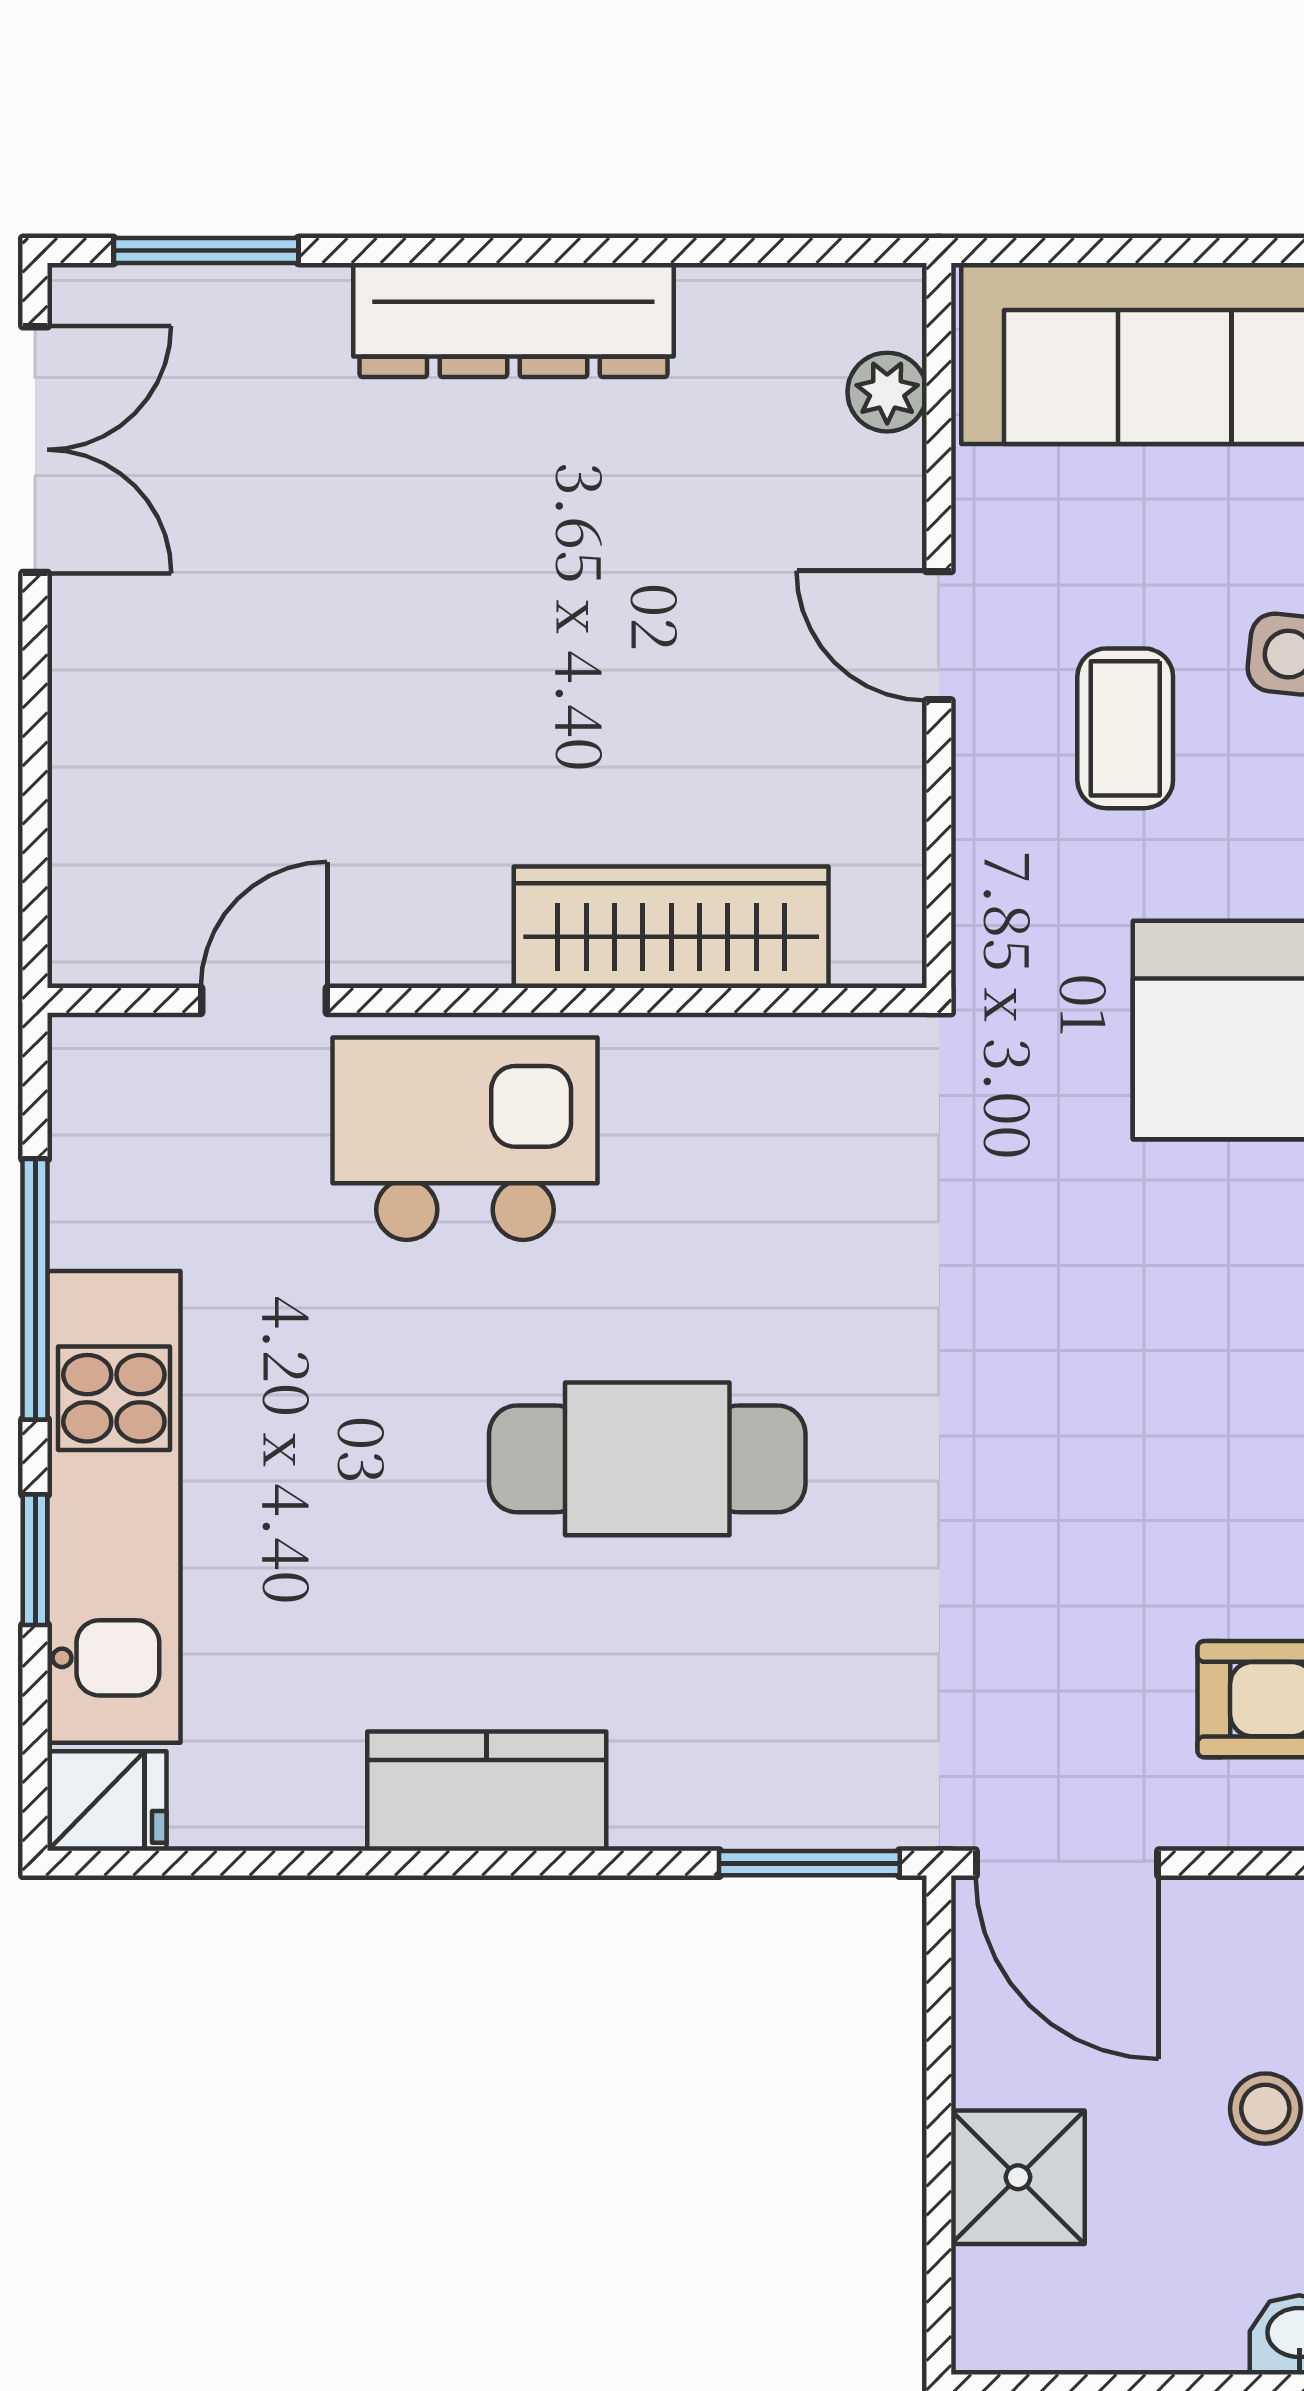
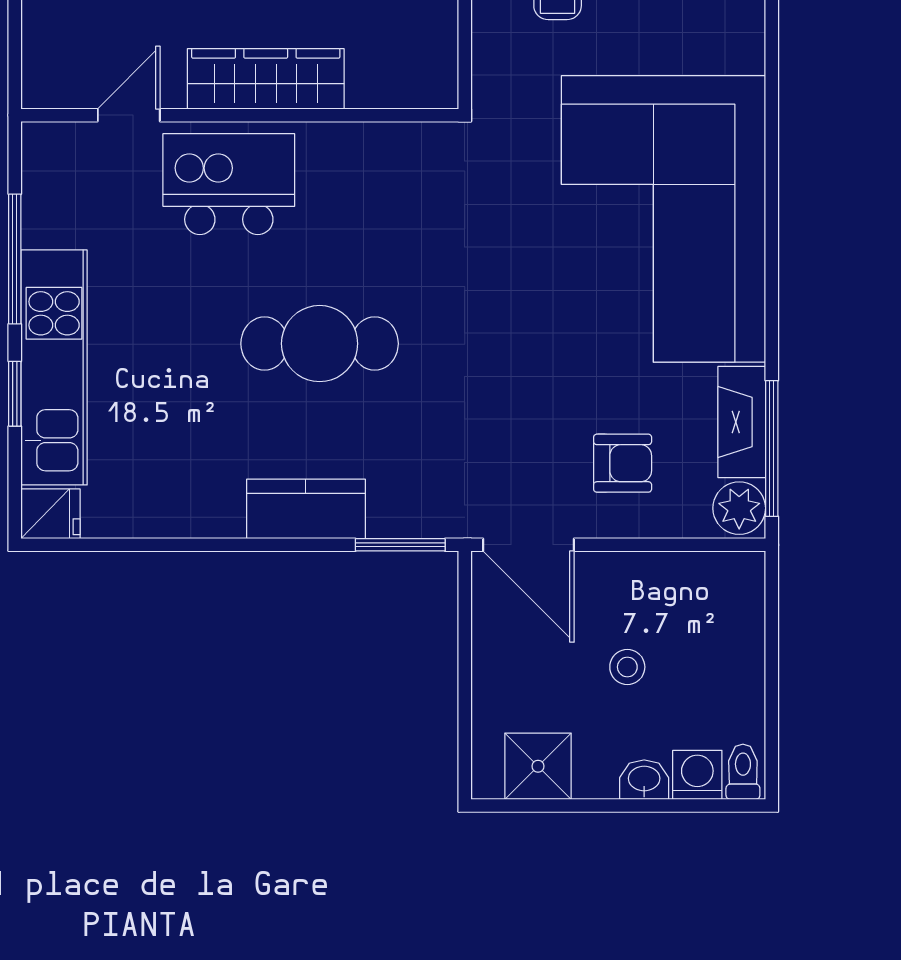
wardrobe: (671, 927) -> (266, 79), moved
kitchen counter: (487, 1791) -> (306, 509), moved
shower: (1018, 2177) -> (538, 766), moved

